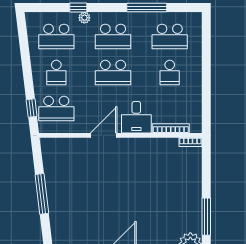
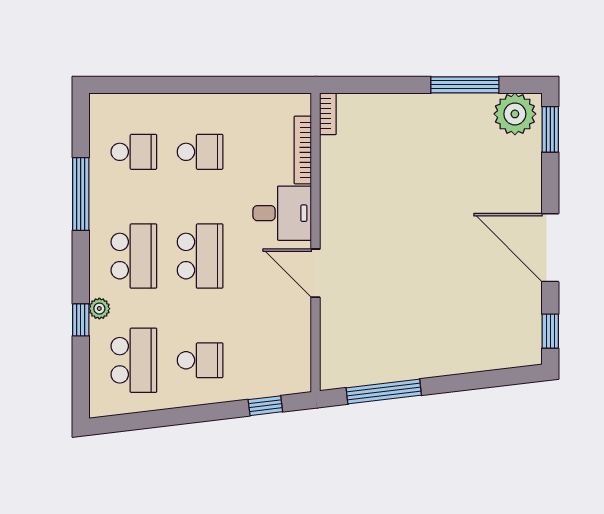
school desk: (170, 36) -> (134, 152), width x0.54
school desk: (56, 109) -> (266, 360), removed
window: (42, 194) -> (384, 392), moved

